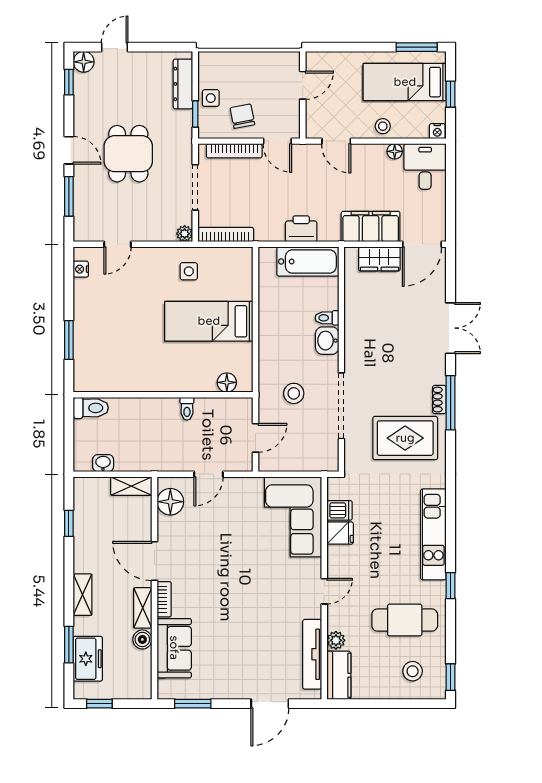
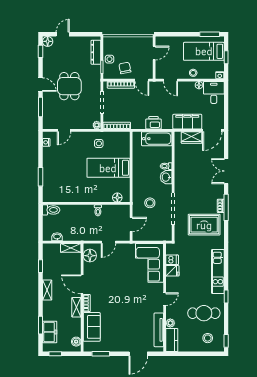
double door: (451, 328) -> (226, 171), swing flipped
shelving: (83, 595) -> (47, 290), moved
boiler: (142, 639) -> (76, 342), moved

